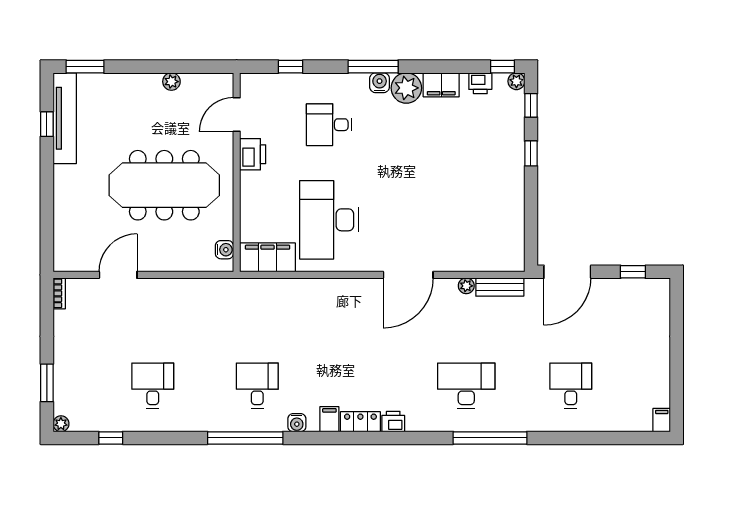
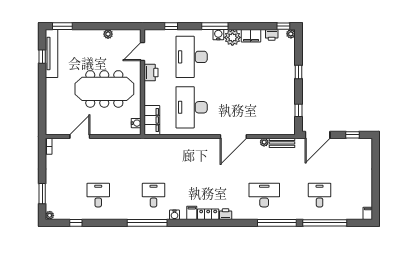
window: (531, 105) -> (299, 110), moved
desk: (329, 125) -> (192, 57), width x1.87, depth x1.30
filing cabinet: (268, 257) -> (152, 120), moved, turned 90
window: (581, 438) -> (325, 223), added

